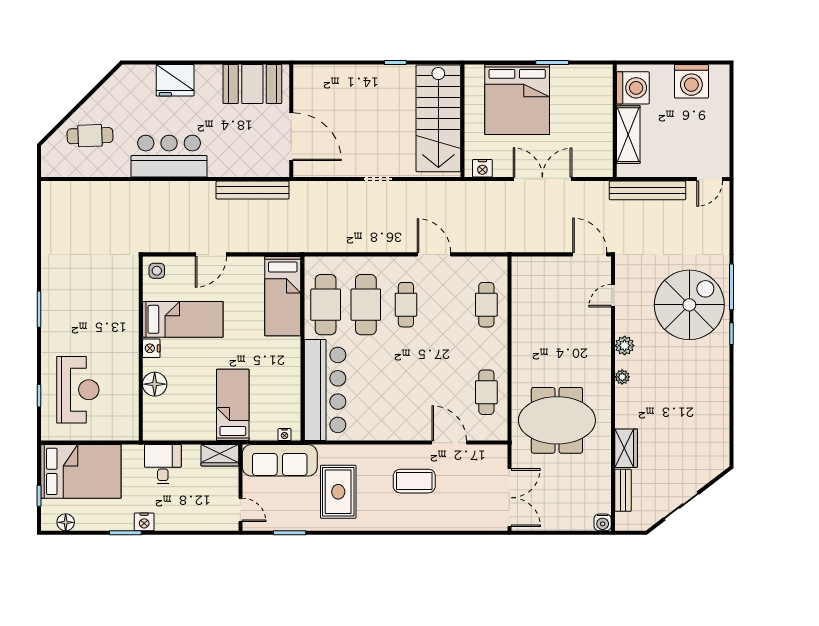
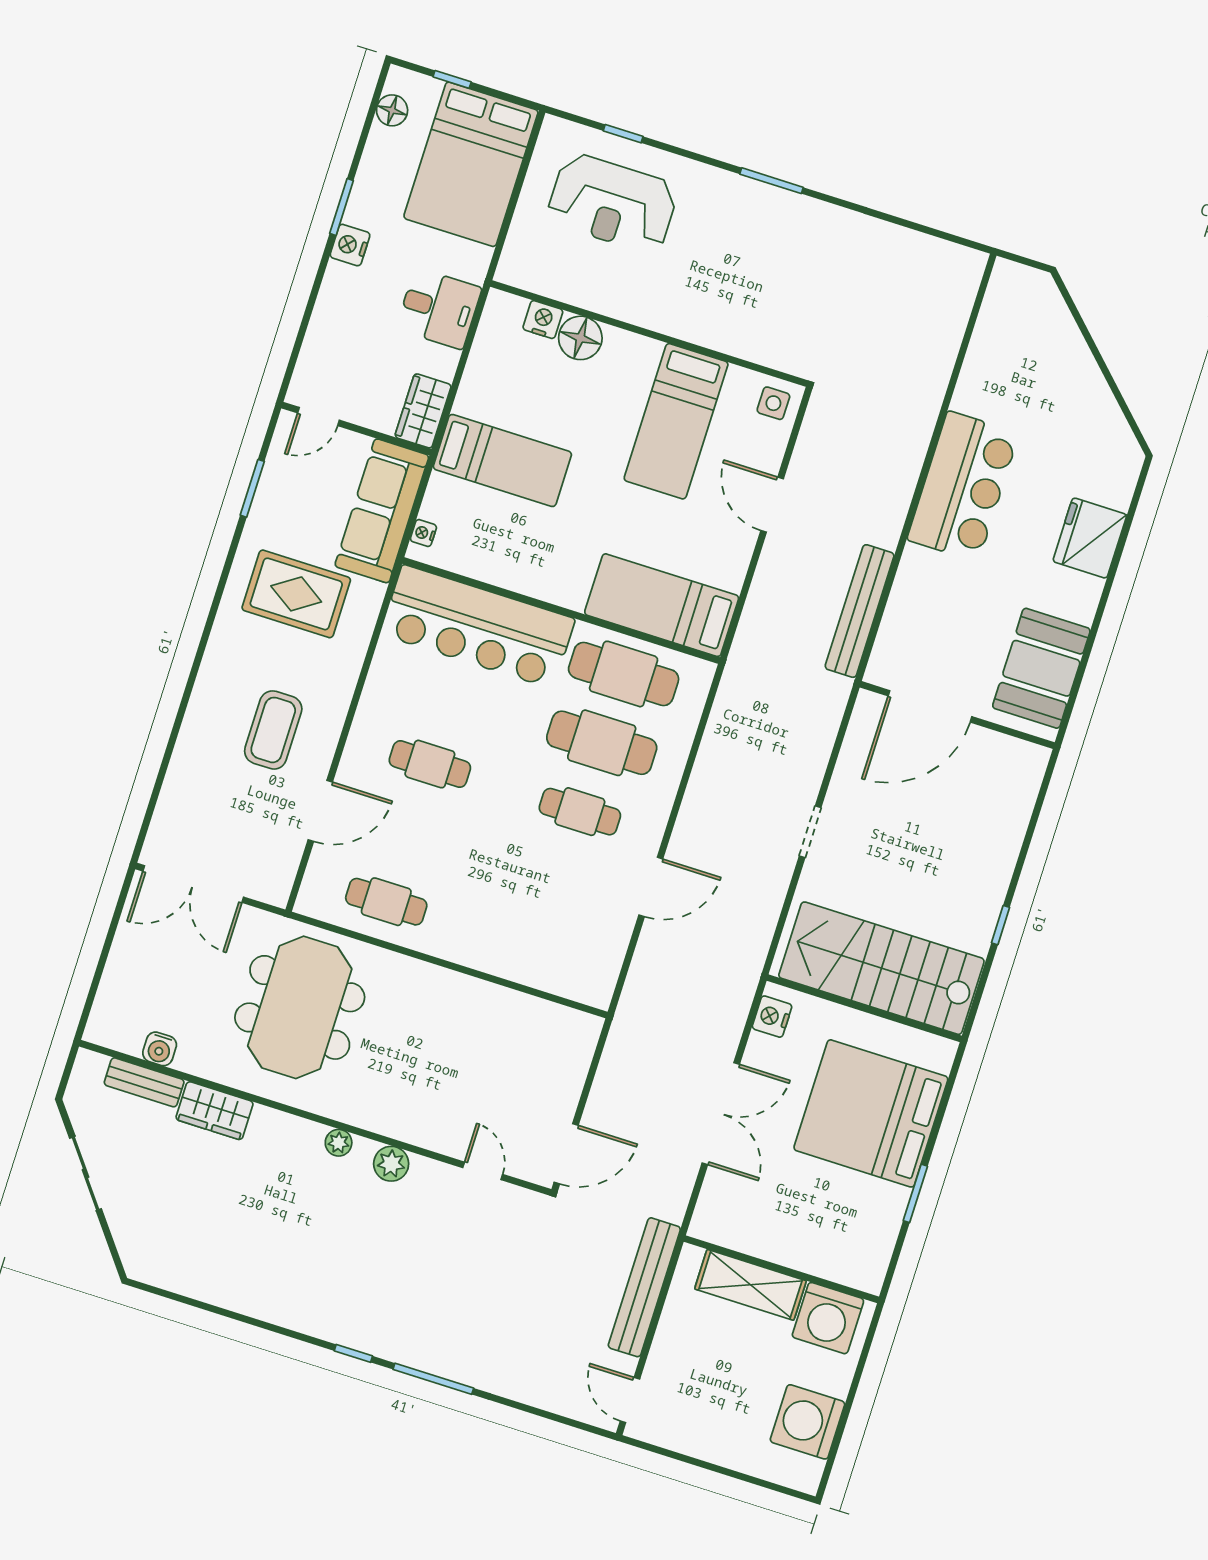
cafe table: (90, 136) -> (1041, 362), removed
cafe table: (486, 305) -> (430, 764), moved
spiral stairs: (689, 305) -> (426, 1297), removed
nightstand: (151, 348) -> (543, 320), moved
water cooler: (603, 522) -> (160, 1049), moved, turned -90

